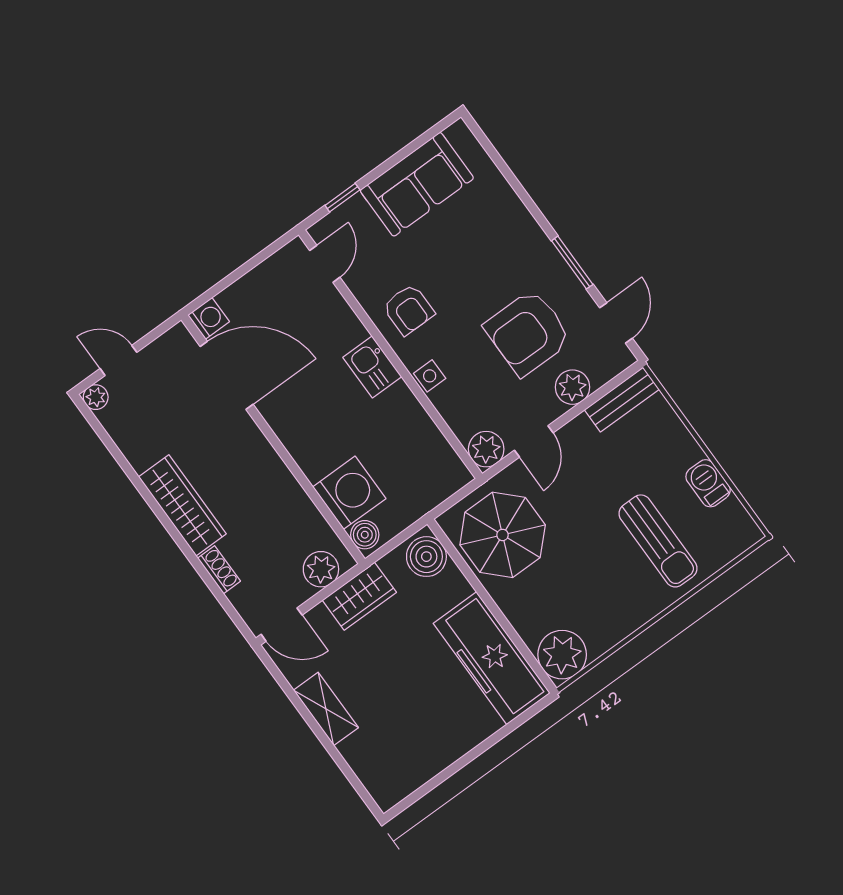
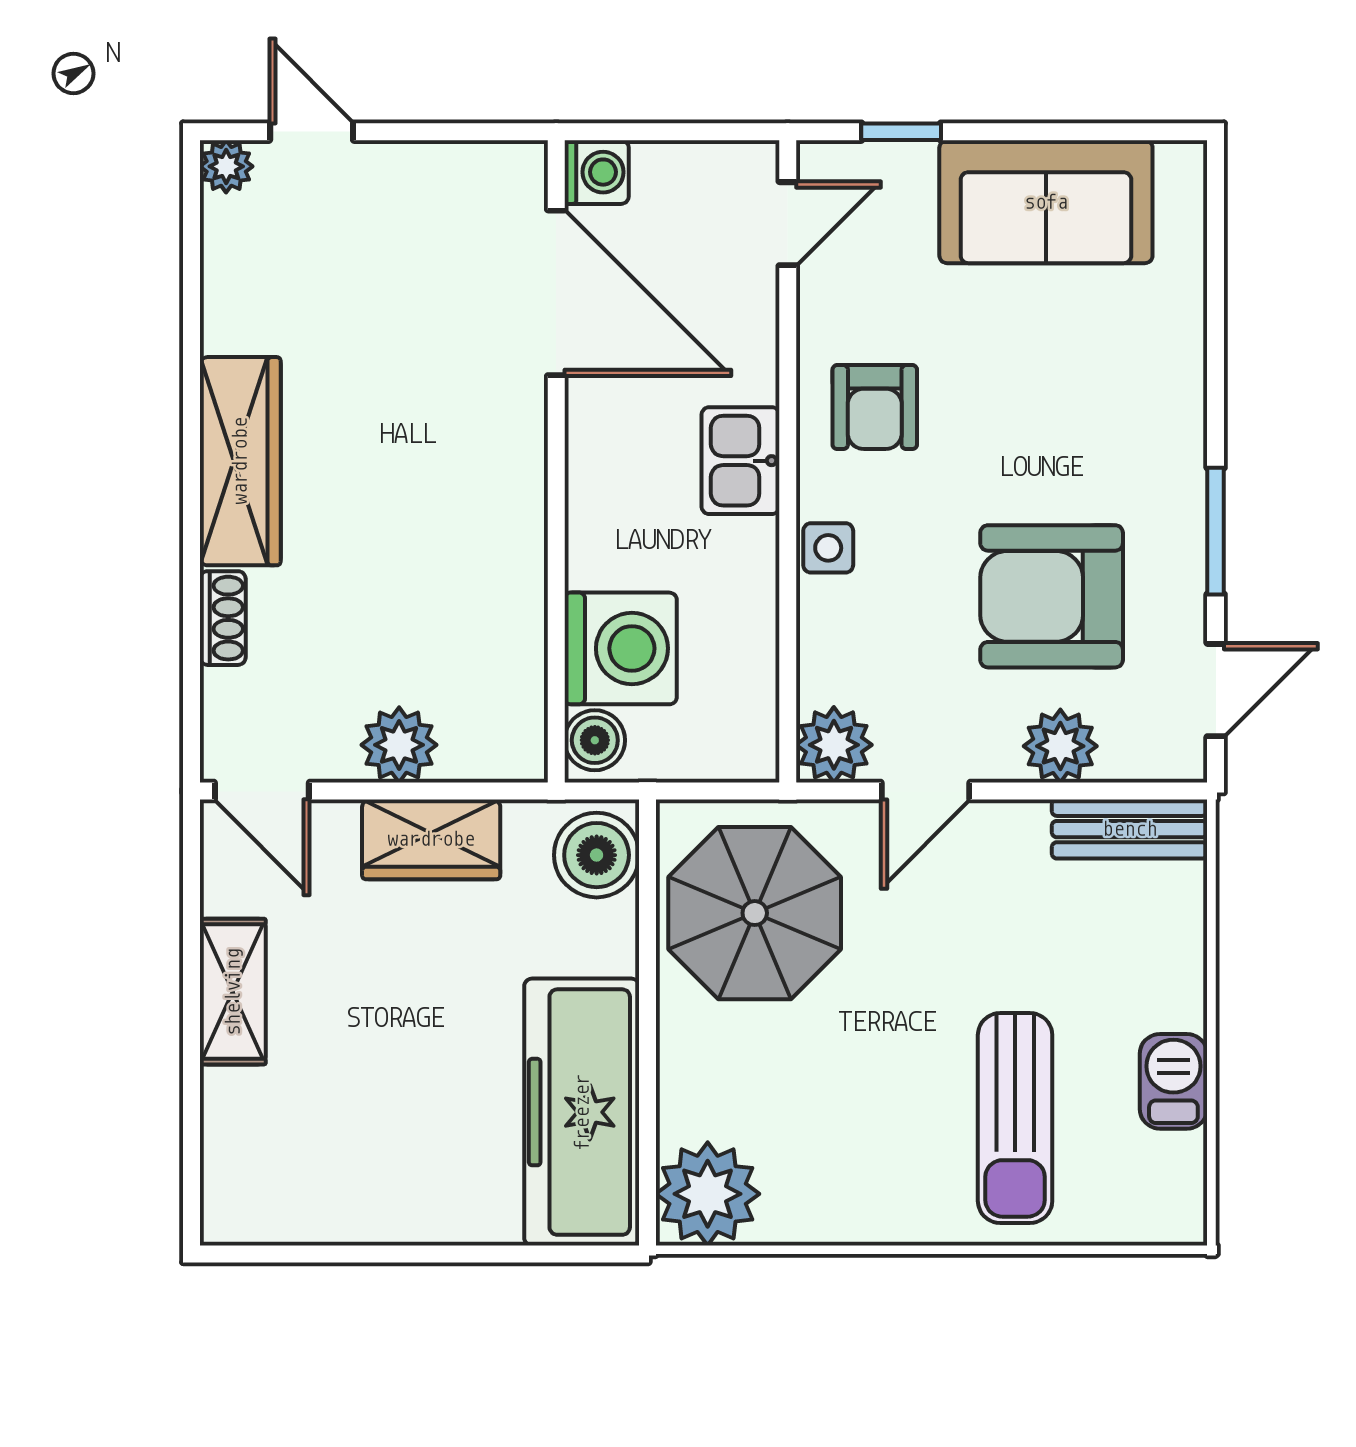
washing machine: (209, 318) -> (597, 172), moved
door: (227, 375) -> (556, 293), moved
wall: (273, 439) -> (556, 461), moved
washing machine: (349, 493) -> (621, 648), moved
boiler: (365, 535) -> (595, 740), moved

